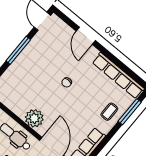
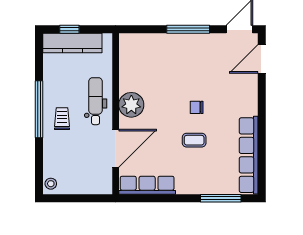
door: (86, 36) -> (262, 59), moved
coffee table: (109, 112) -> (194, 140), moved

